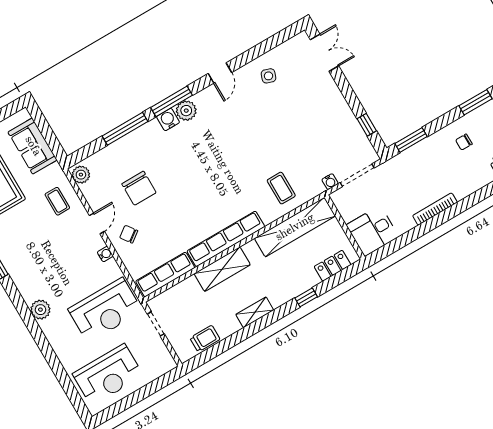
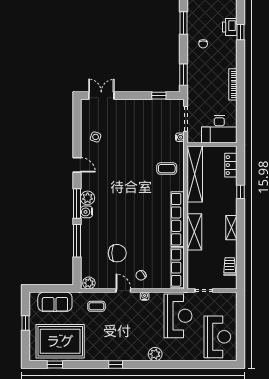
desk: (372, 231) -> (219, 129), width x1.37

